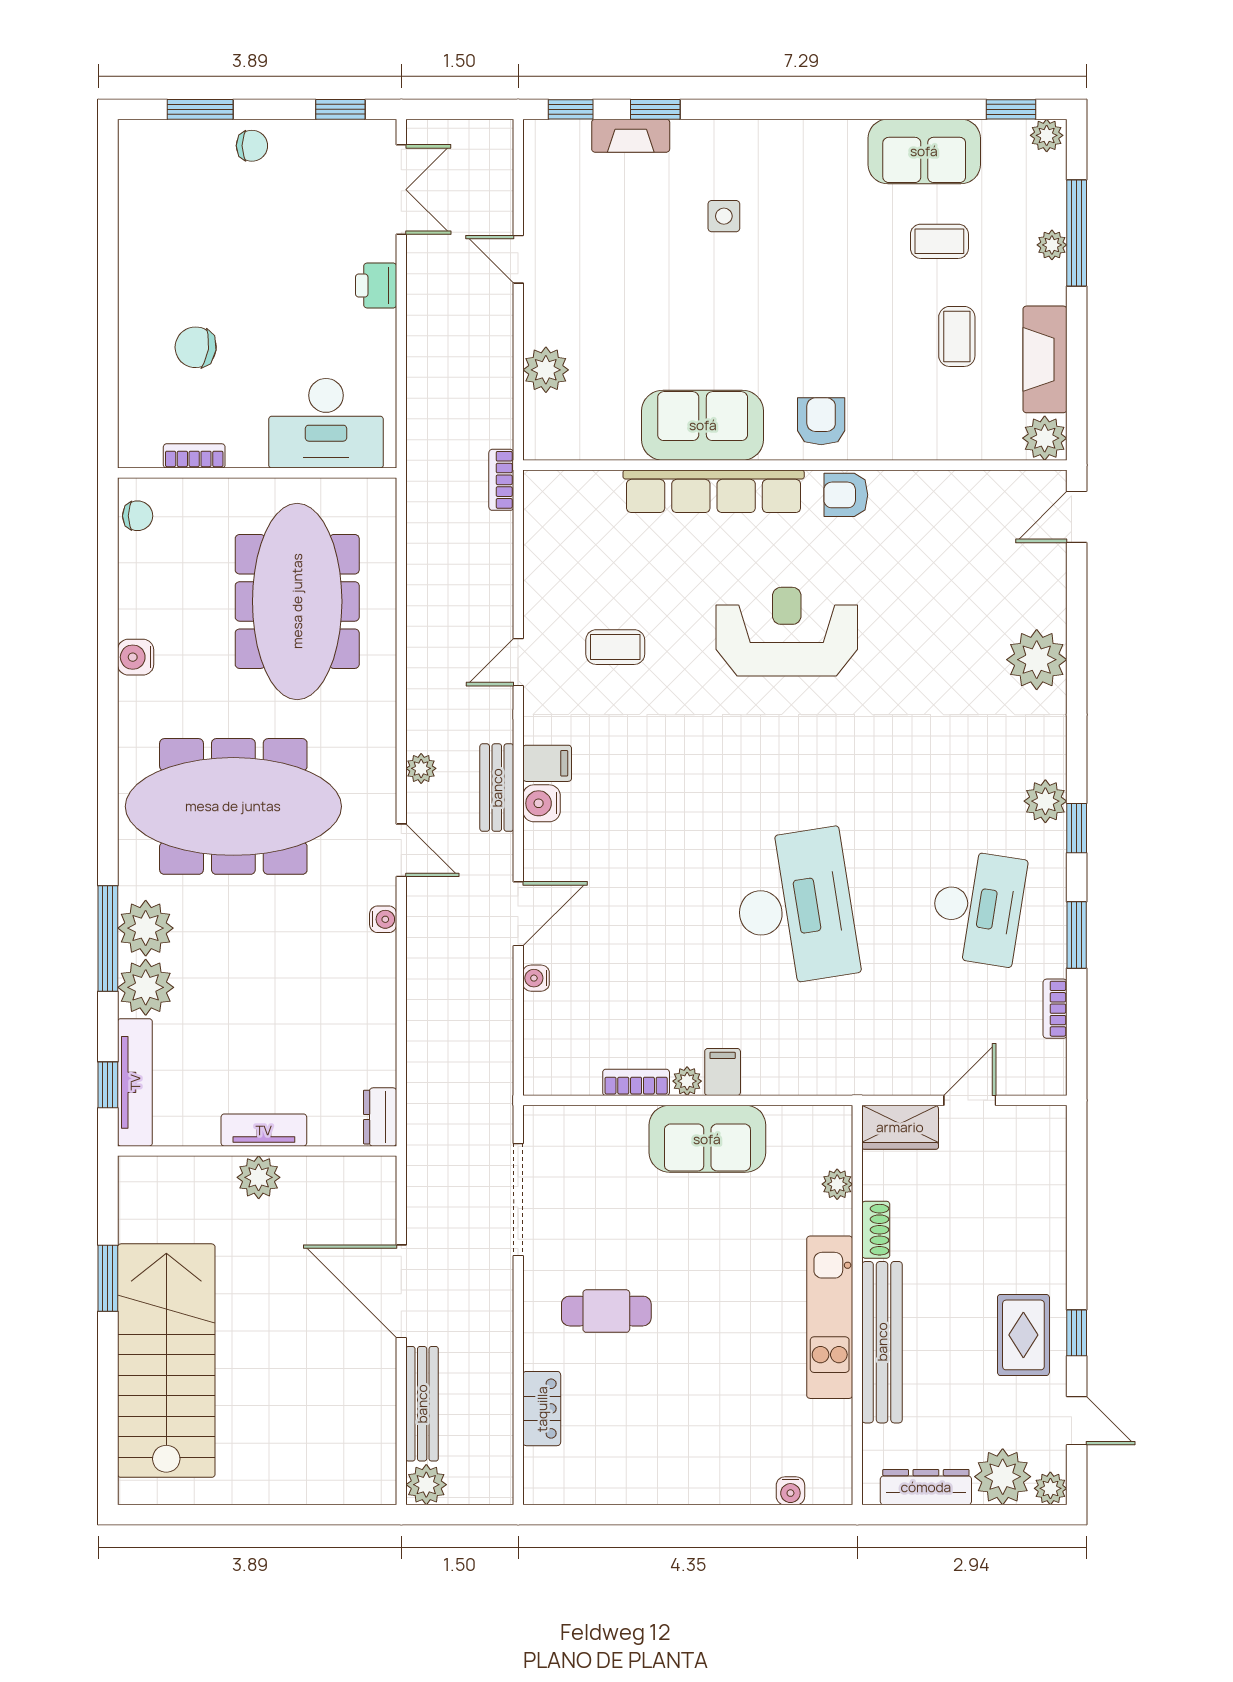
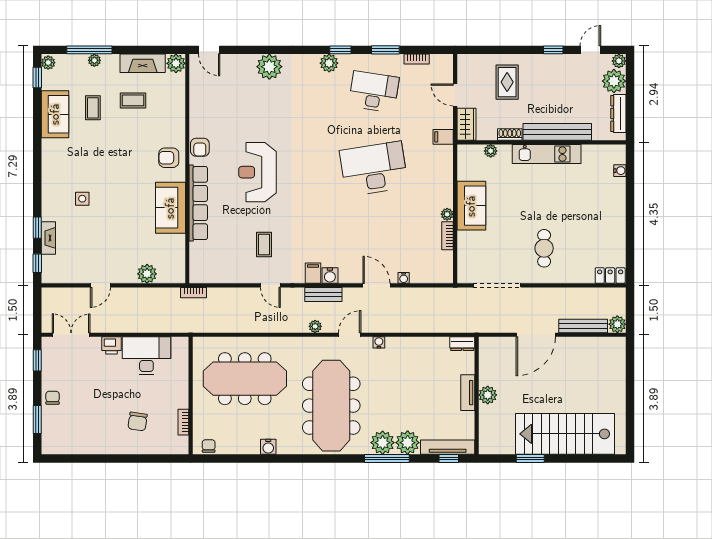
desk: (326, 423) -> (146, 356), moved, turned -90
filing cabinet: (723, 1072) -> (443, 137), moved
rug: (1023, 1335) -> (507, 82), moved, turned 90
locker: (542, 1409) -> (610, 276), moved

